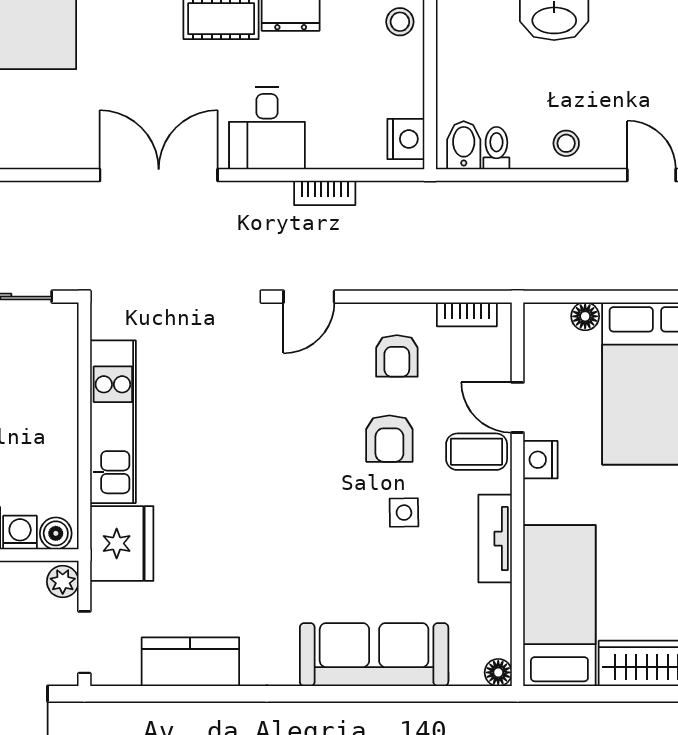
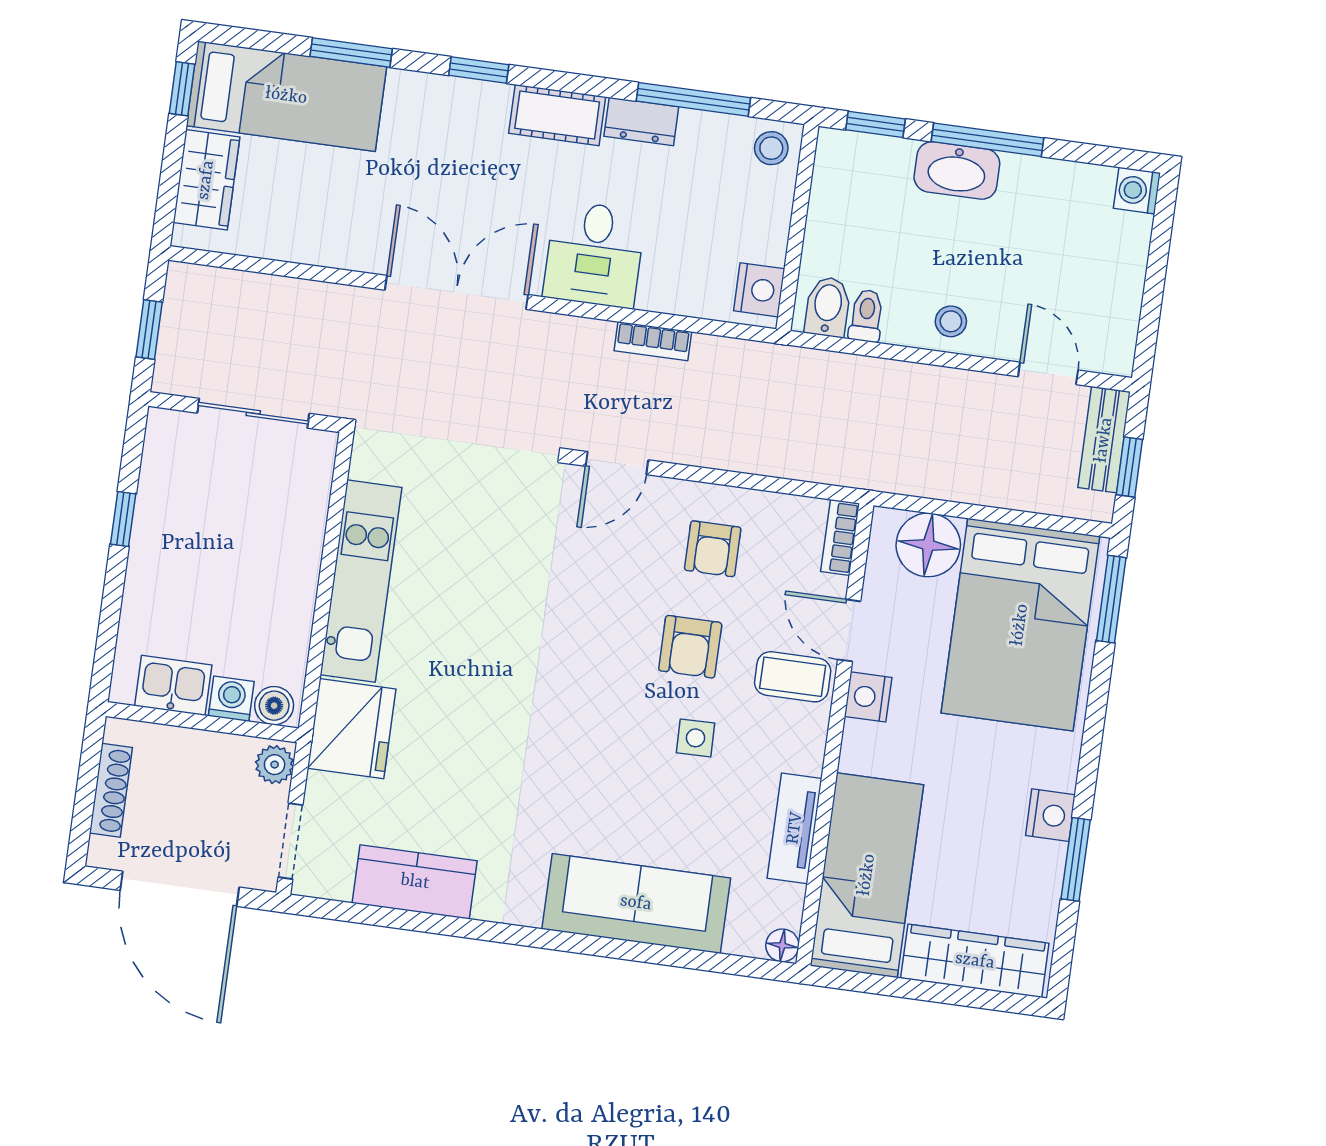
bookcase: (467, 314) -> (840, 537), moved, turned 90
floor lamp: (585, 316) -> (928, 545), width x1.89, depth x1.89
tv unit: (495, 539) -> (795, 828), moved

